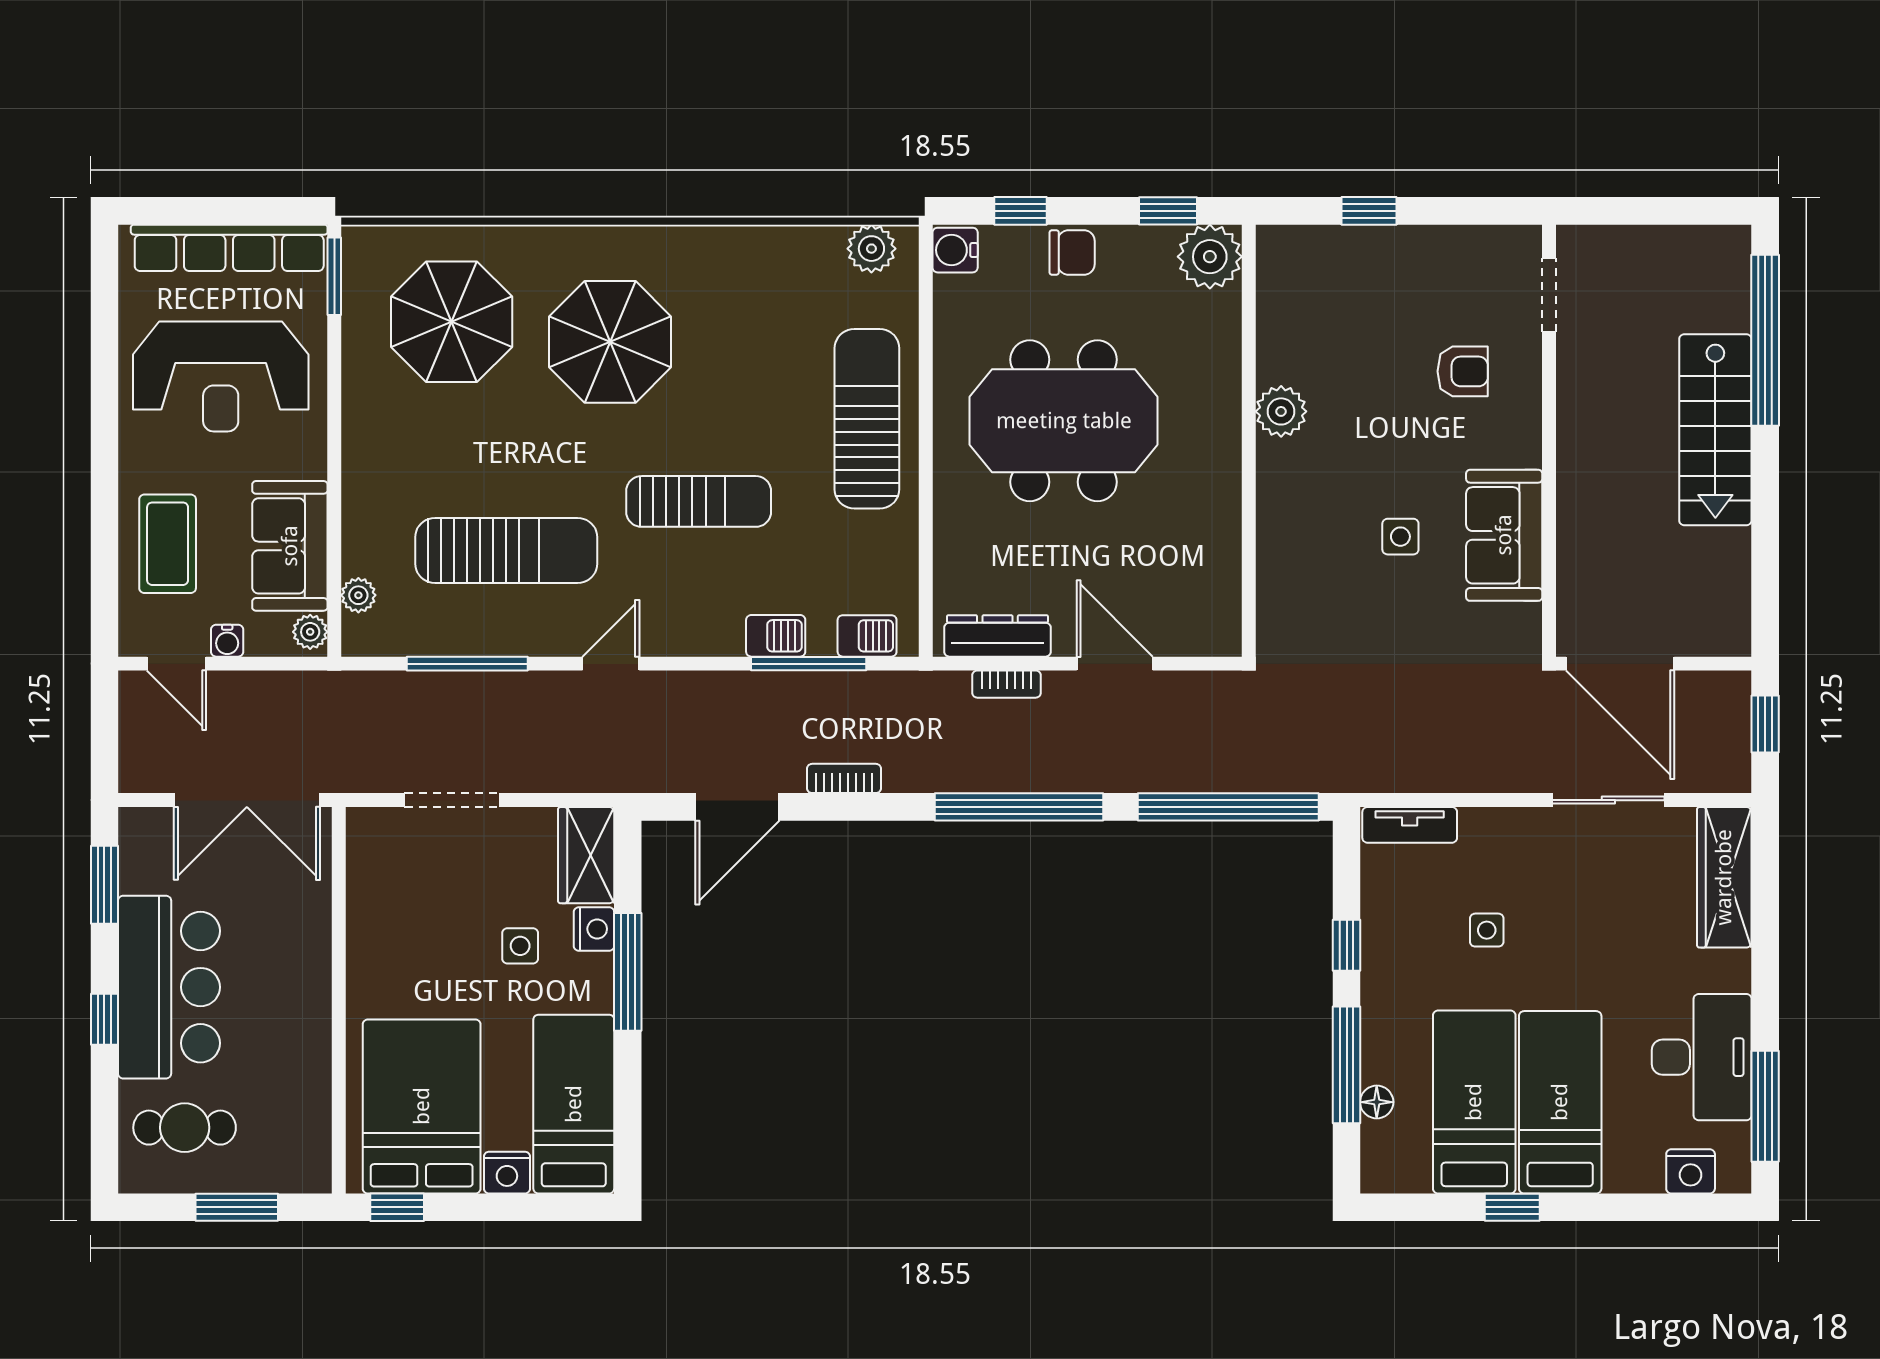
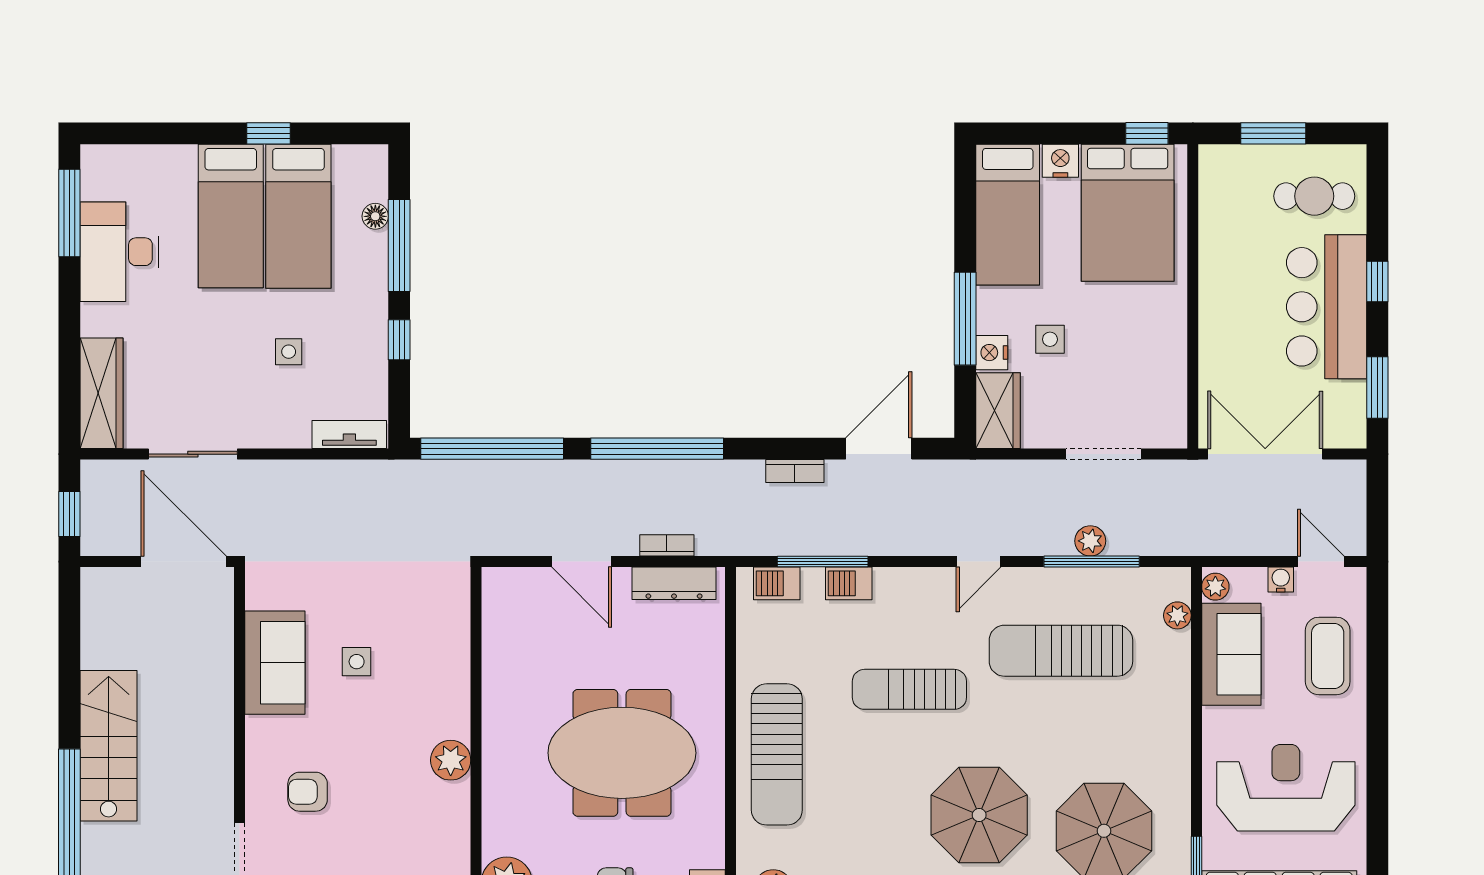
plant: (469, 690) -> (1090, 541), added
nightstand: (1691, 1171) -> (128, 162), removed

